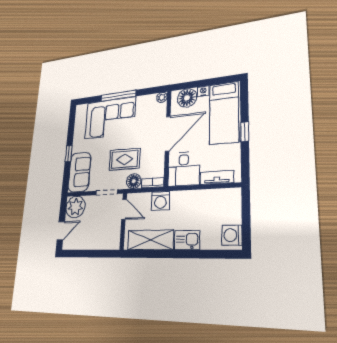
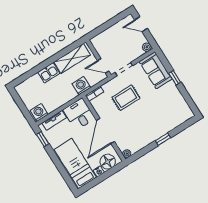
window: (118, 96) -> (163, 139), width x0.46
corner sofa: (110, 118) -> (158, 120), removed
window: (245, 132) -> (43, 139), moved
floor lamp: (134, 181) -> (109, 87), removed
plant: (75, 207) -> (147, 47), width x0.53, depth x0.53
door: (61, 231) -> (141, 24), hinge flipped
washing machine: (232, 235) -> (39, 113), moved, turned -90

